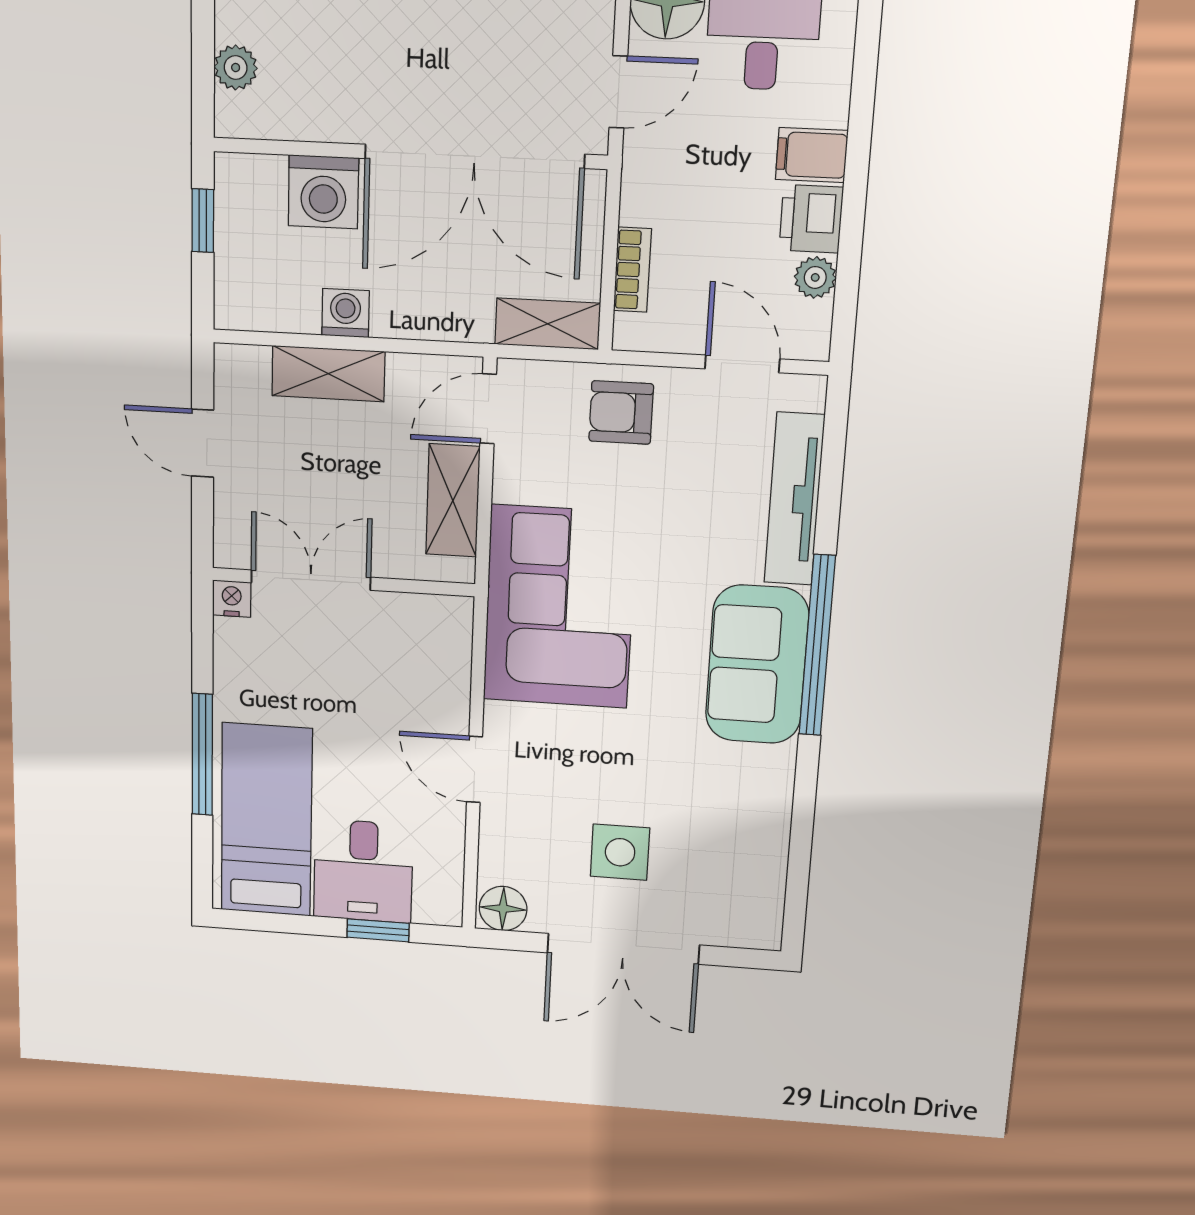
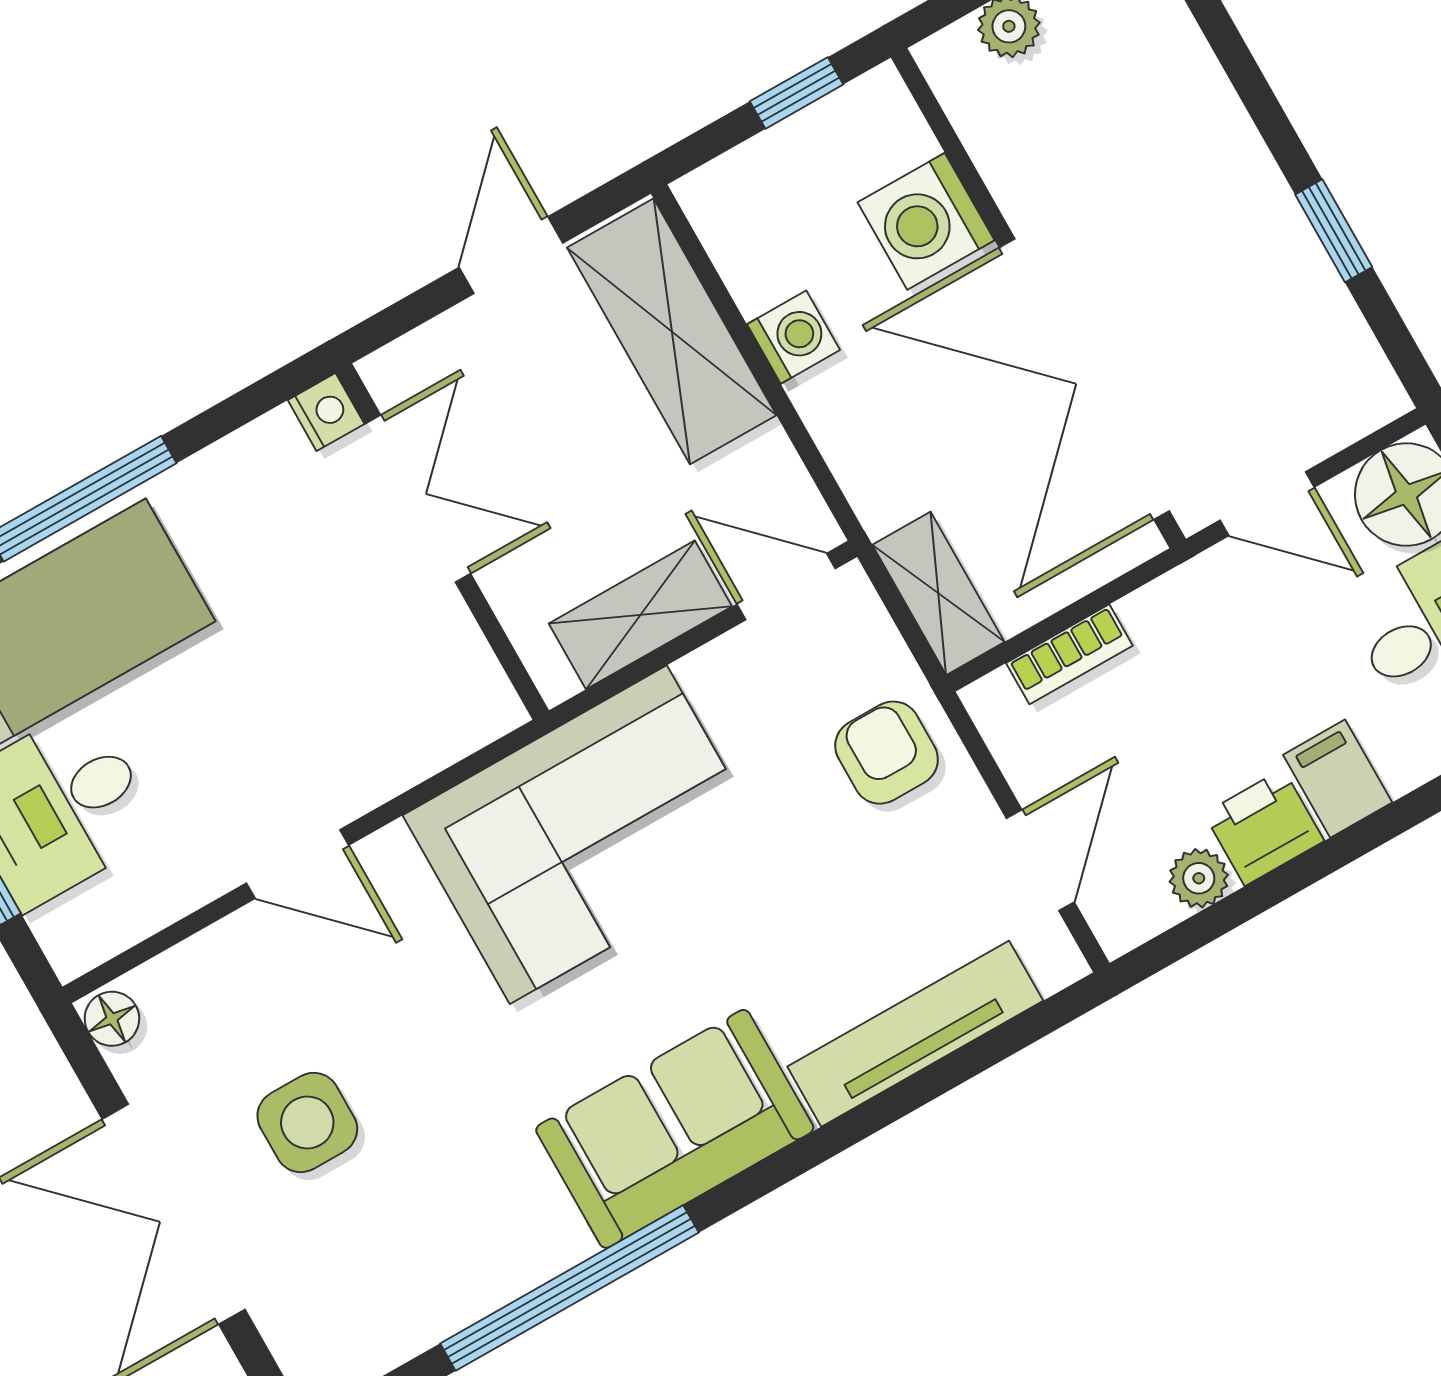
shelving: (328, 374) -> (672, 331), width x1.50, depth x1.33
window: (817, 646) -> (569, 1288), moved
door: (475, 769) -> (297, 864), swing flipped
floor lamp: (503, 909) -> (112, 1019), width x0.73, depth x0.73

